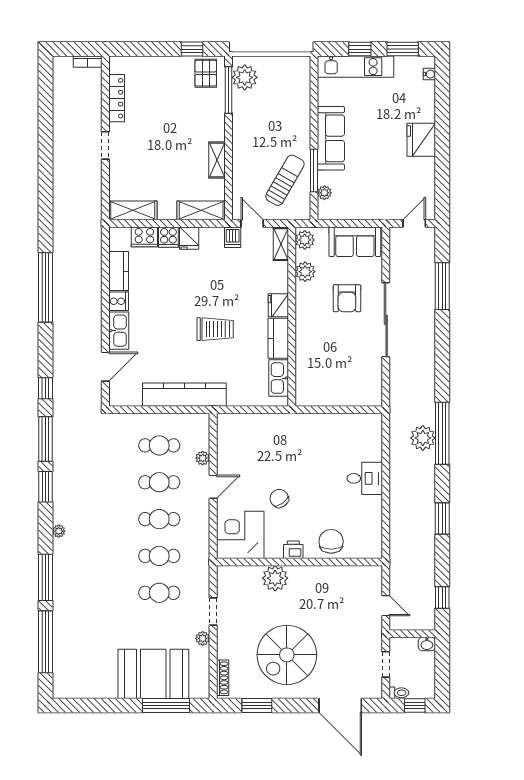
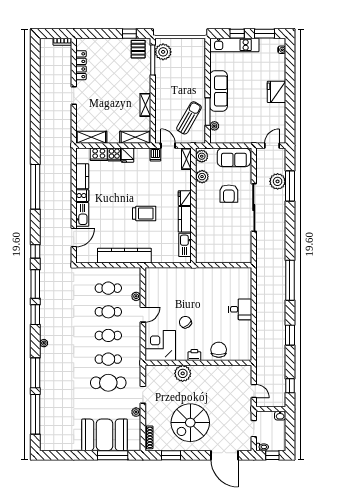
plant: (423, 438) -> (278, 181), moved
cafe table: (159, 593) -> (108, 383), width x1.37, depth x1.35

